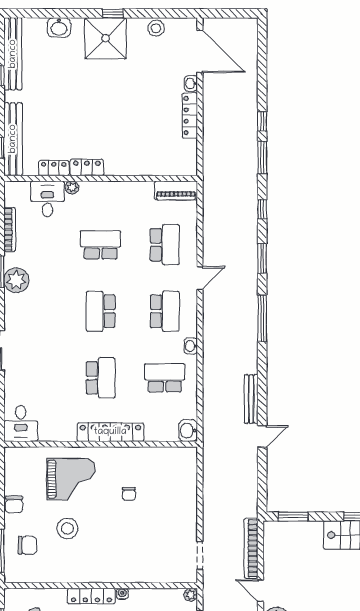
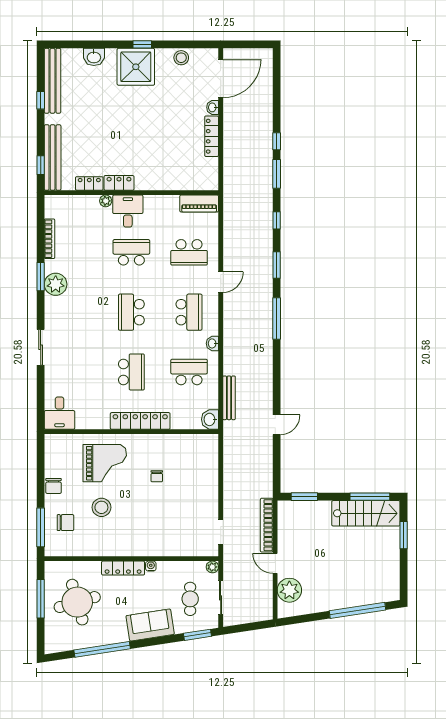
door: (200, 51) -> (221, 79), hinge flipped
desk: (47, 199) -> (128, 211), moved
school desk: (165, 245) -> (189, 252), turned 90
bench: (251, 399) -> (229, 398), moved

